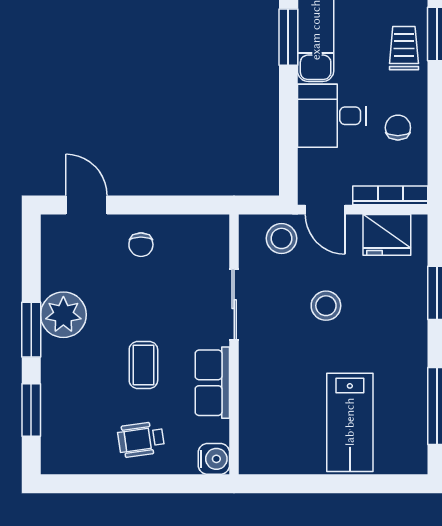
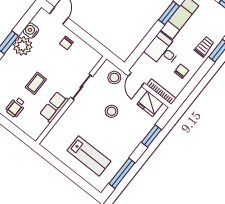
lab bench: (350, 422) -> (89, 156), turned -90
wheelchair: (141, 439) -> (16, 107), turned -82
water cooler: (214, 459) -> (31, 30), moved, turned 180

